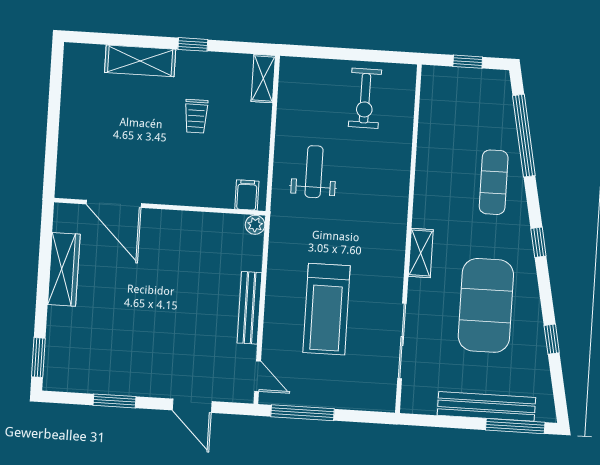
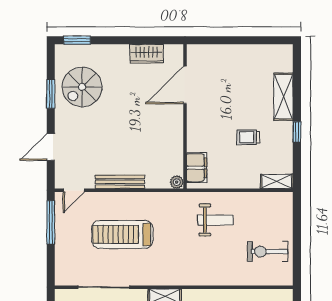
filing cabinet: (247, 195) -> (197, 168), width x2.00
wardrobe: (64, 269) -> (146, 54), width x0.67
spiral stairs: (107, 355) -> (82, 87), added

